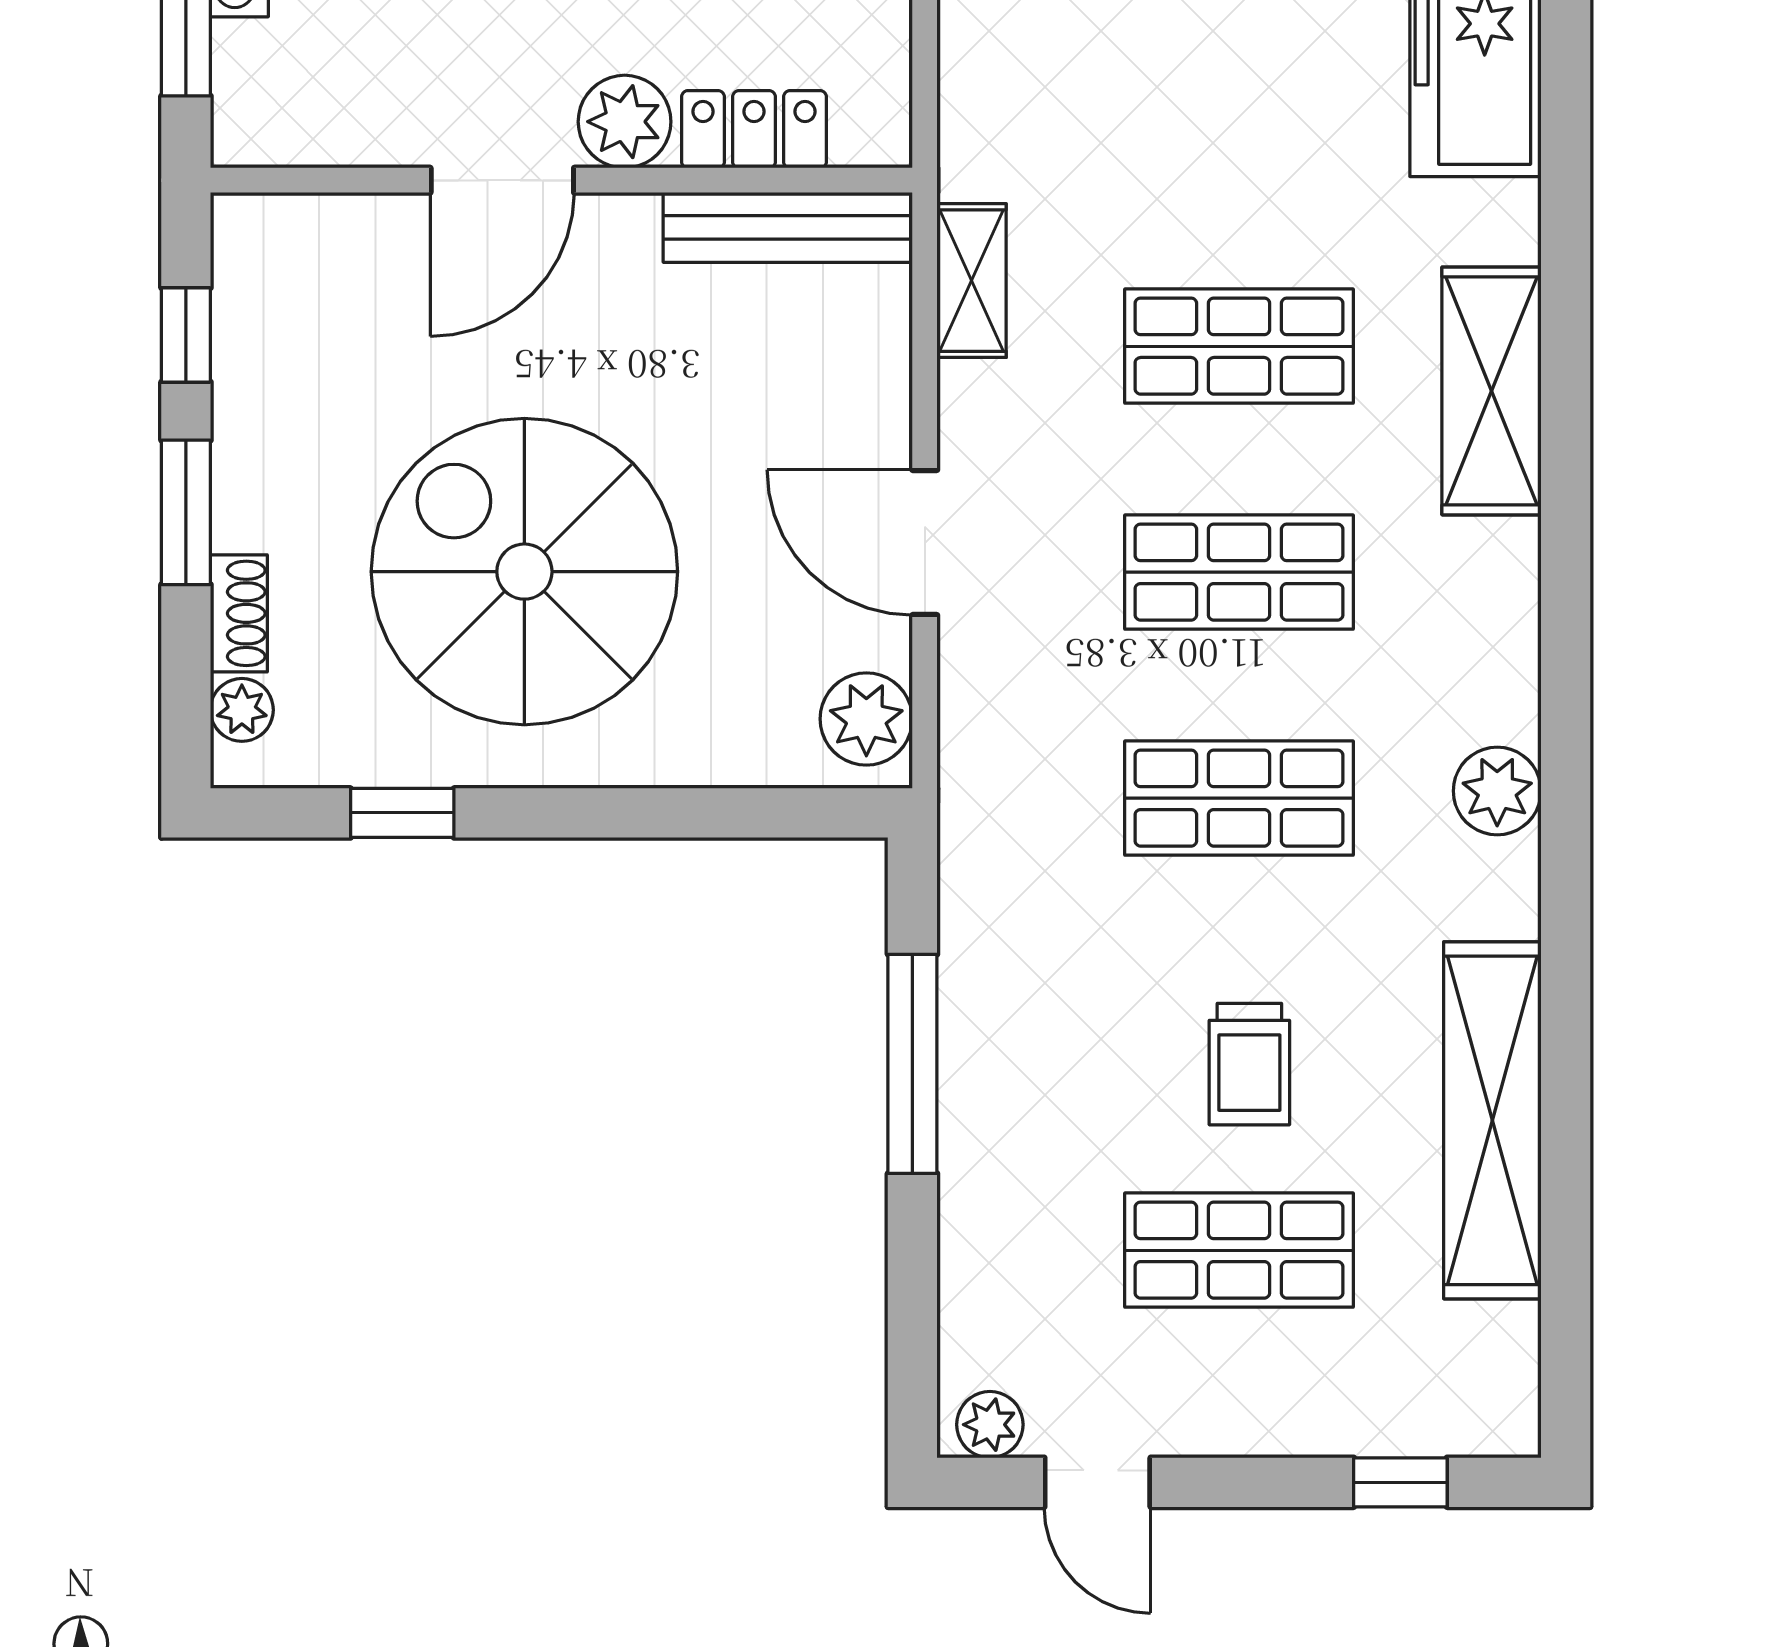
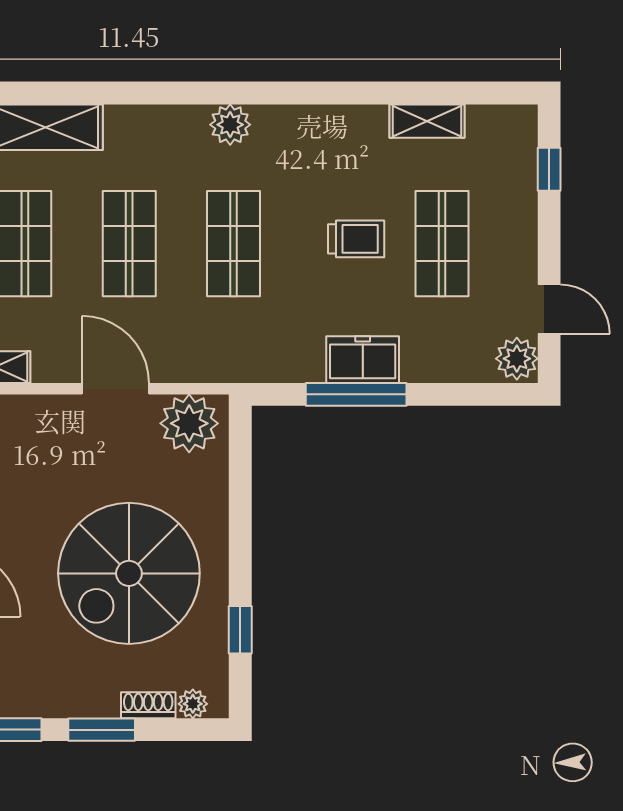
door: (925, 542) -> (116, 389), swing flipped
plant: (866, 719) -> (189, 423), width x1.36, depth x1.36
freezer: (988, 1078) -> (363, 360), added
shelving: (1492, 1120) -> (427, 121), width x0.45, depth x0.75
plant: (990, 1425) -> (517, 359), width x1.38, depth x1.38
door: (1097, 1482) -> (549, 309), hinge flipped

